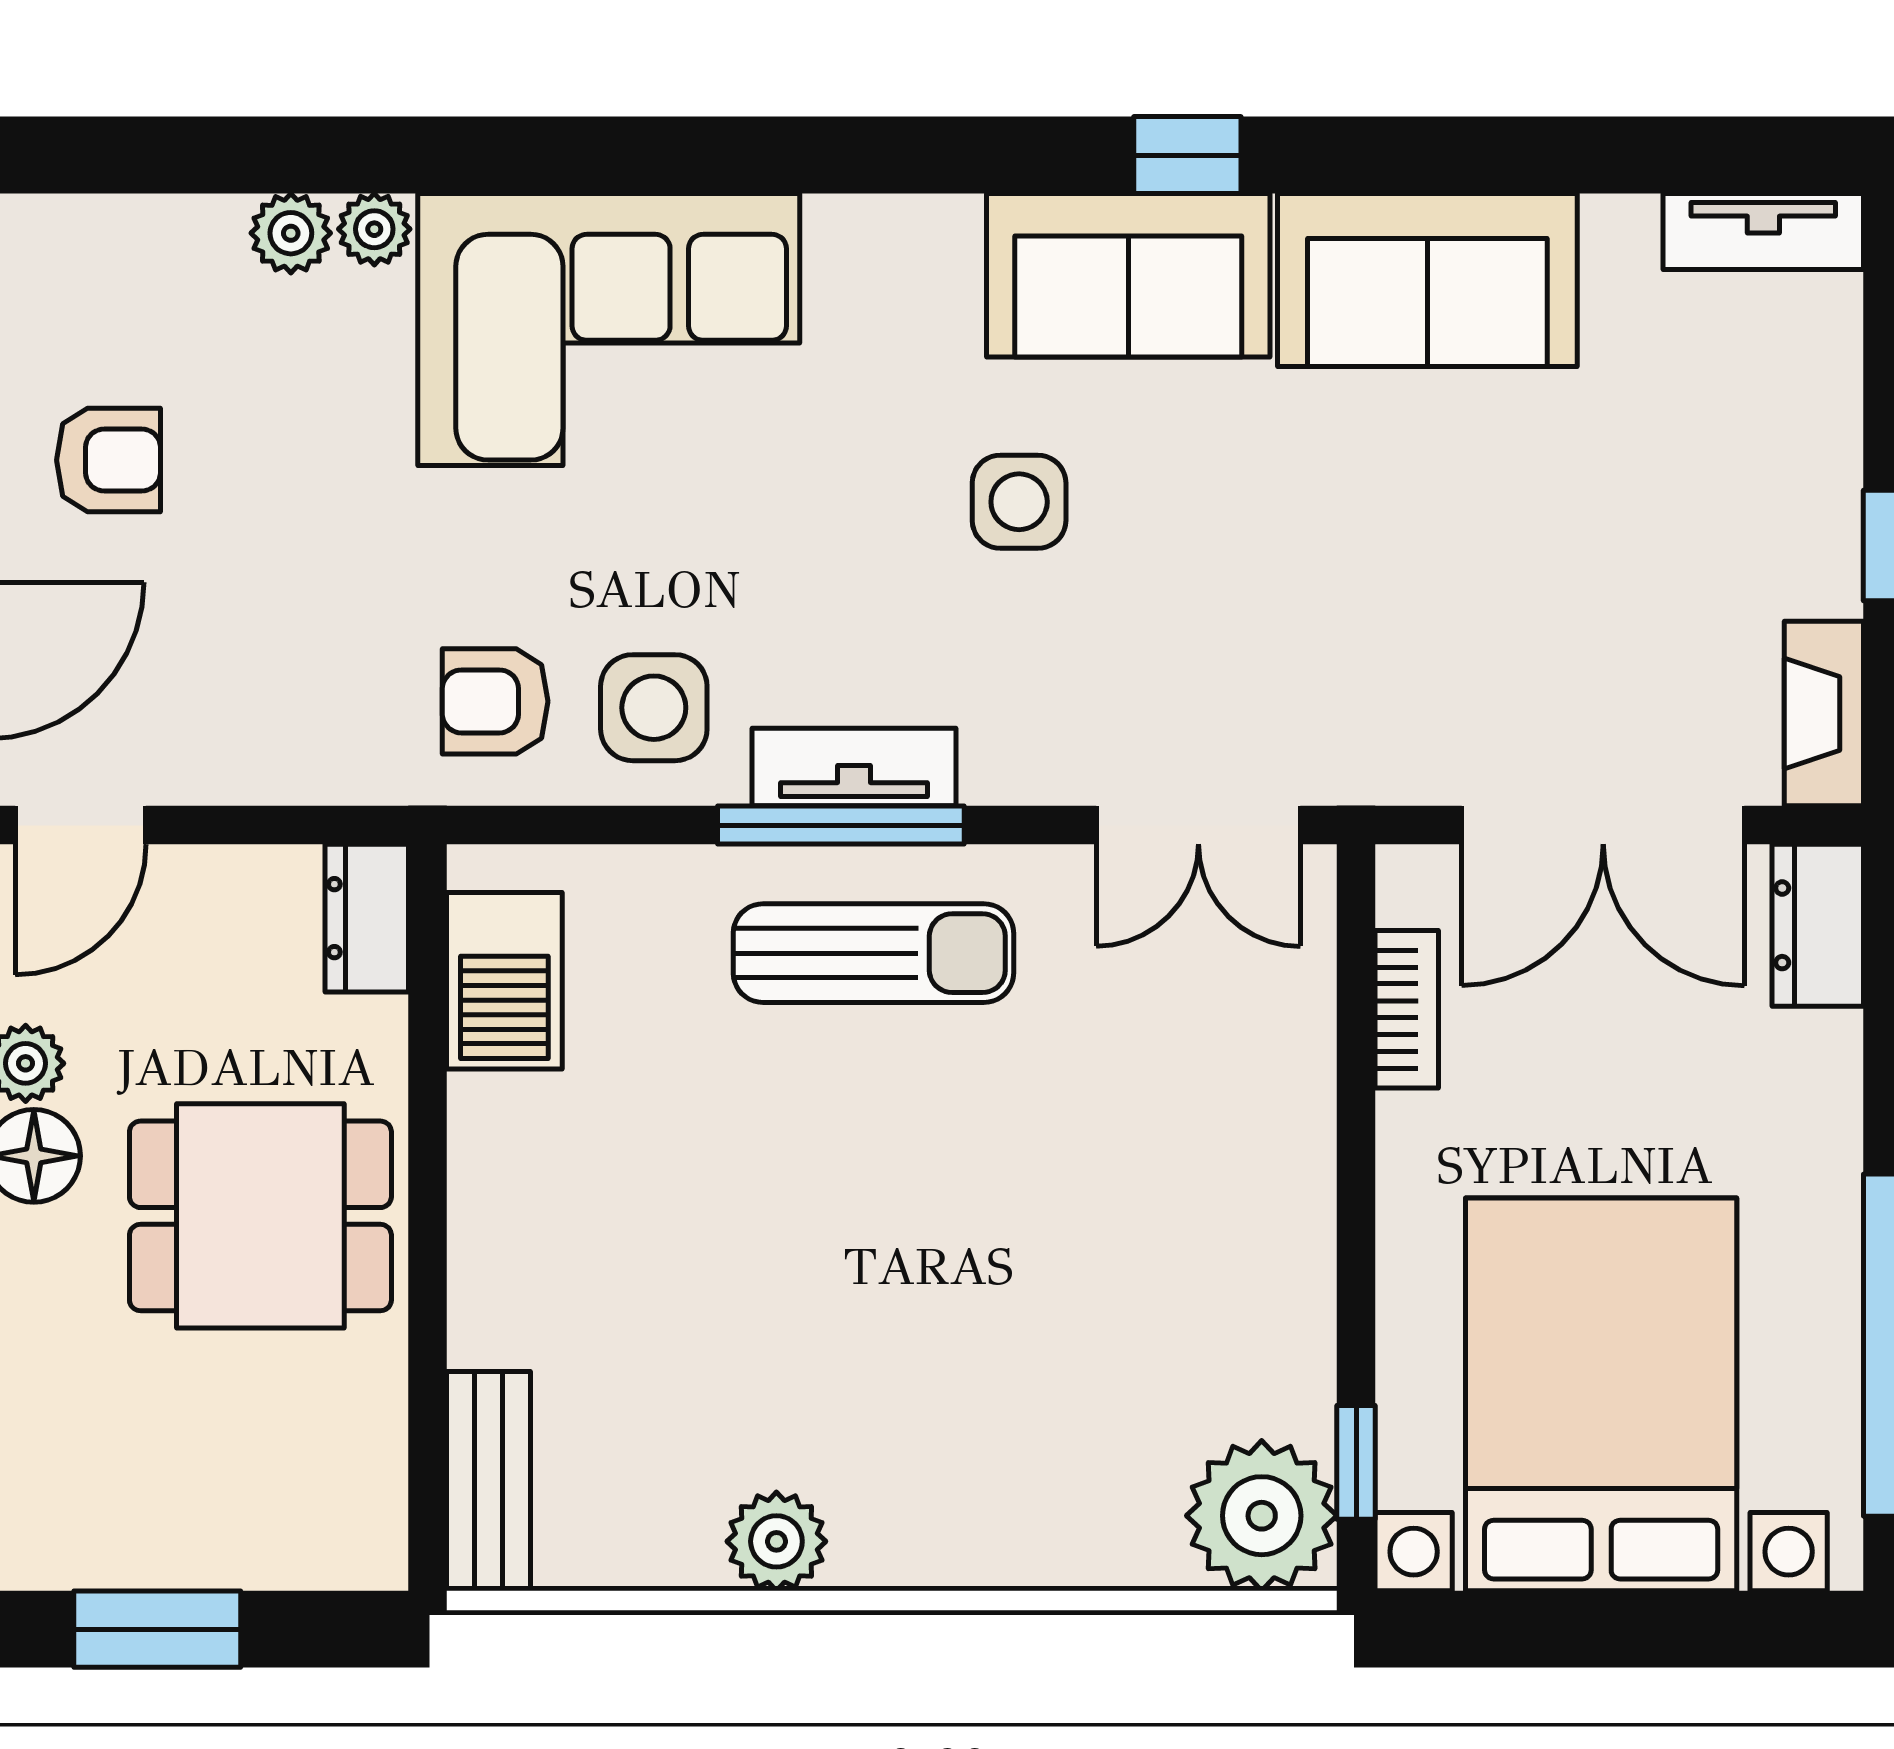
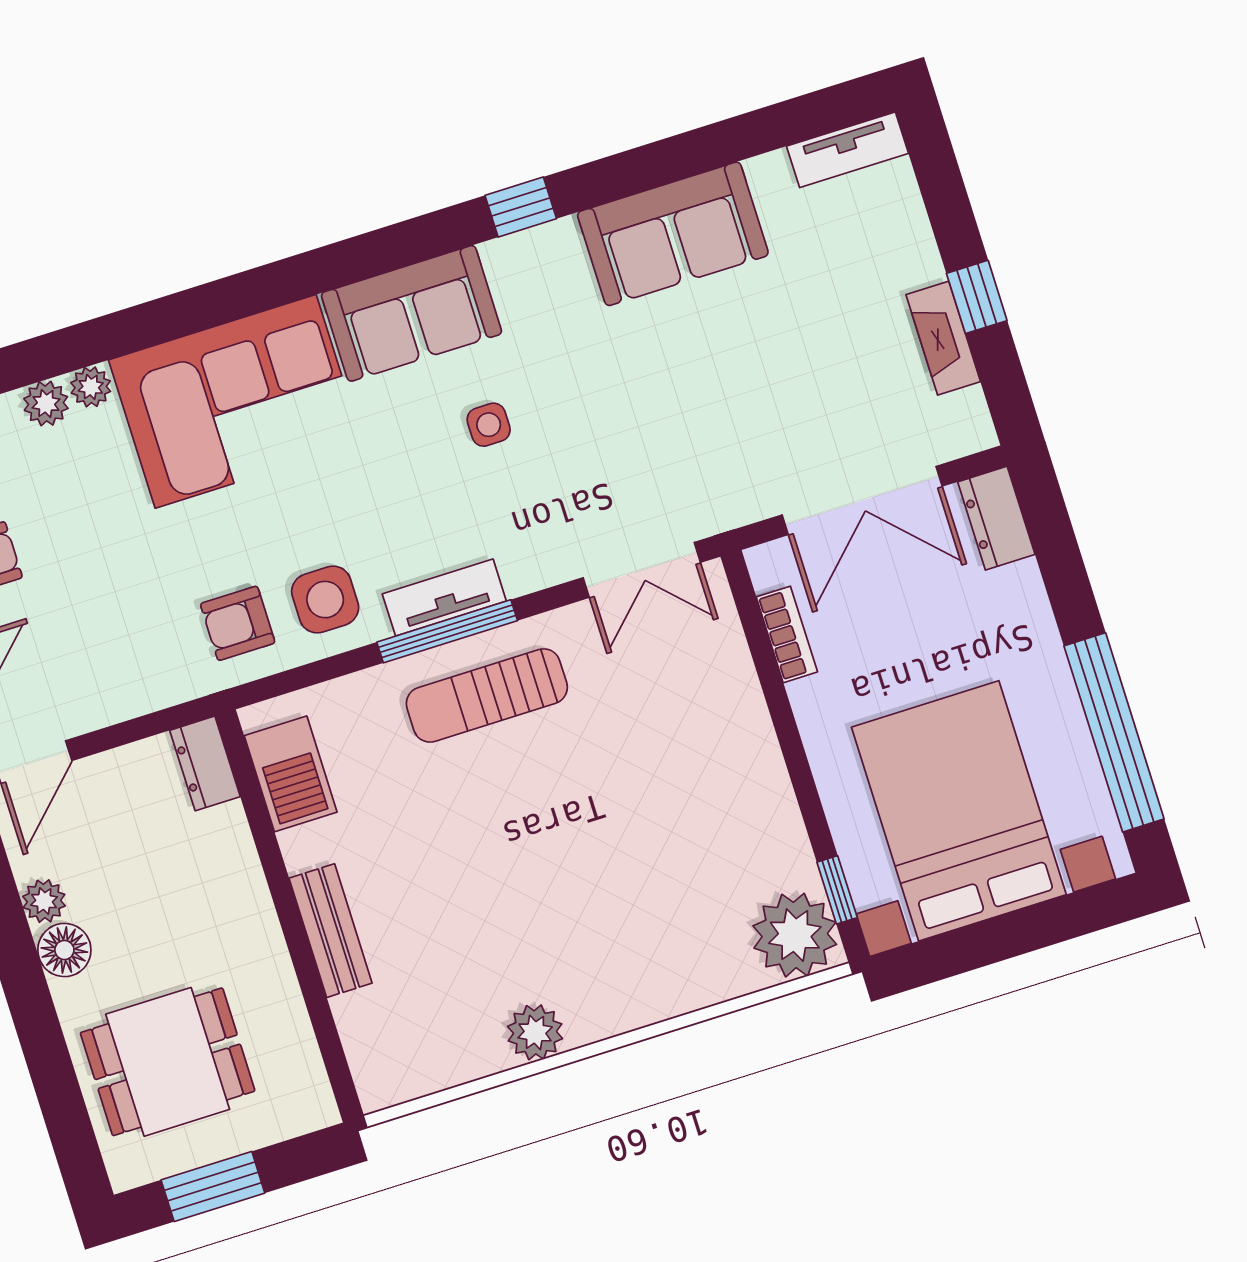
sofa: (1128, 275) -> (411, 313), moved
side table: (1019, 502) -> (489, 425), width x0.73, depth x0.73
fireplace: (1824, 714) -> (943, 338), moved
sun lounger: (873, 953) -> (487, 695), turned 180
dining table: (260, 1216) -> (168, 1062), moved
bench: (489, 1481) -> (331, 931), moved

